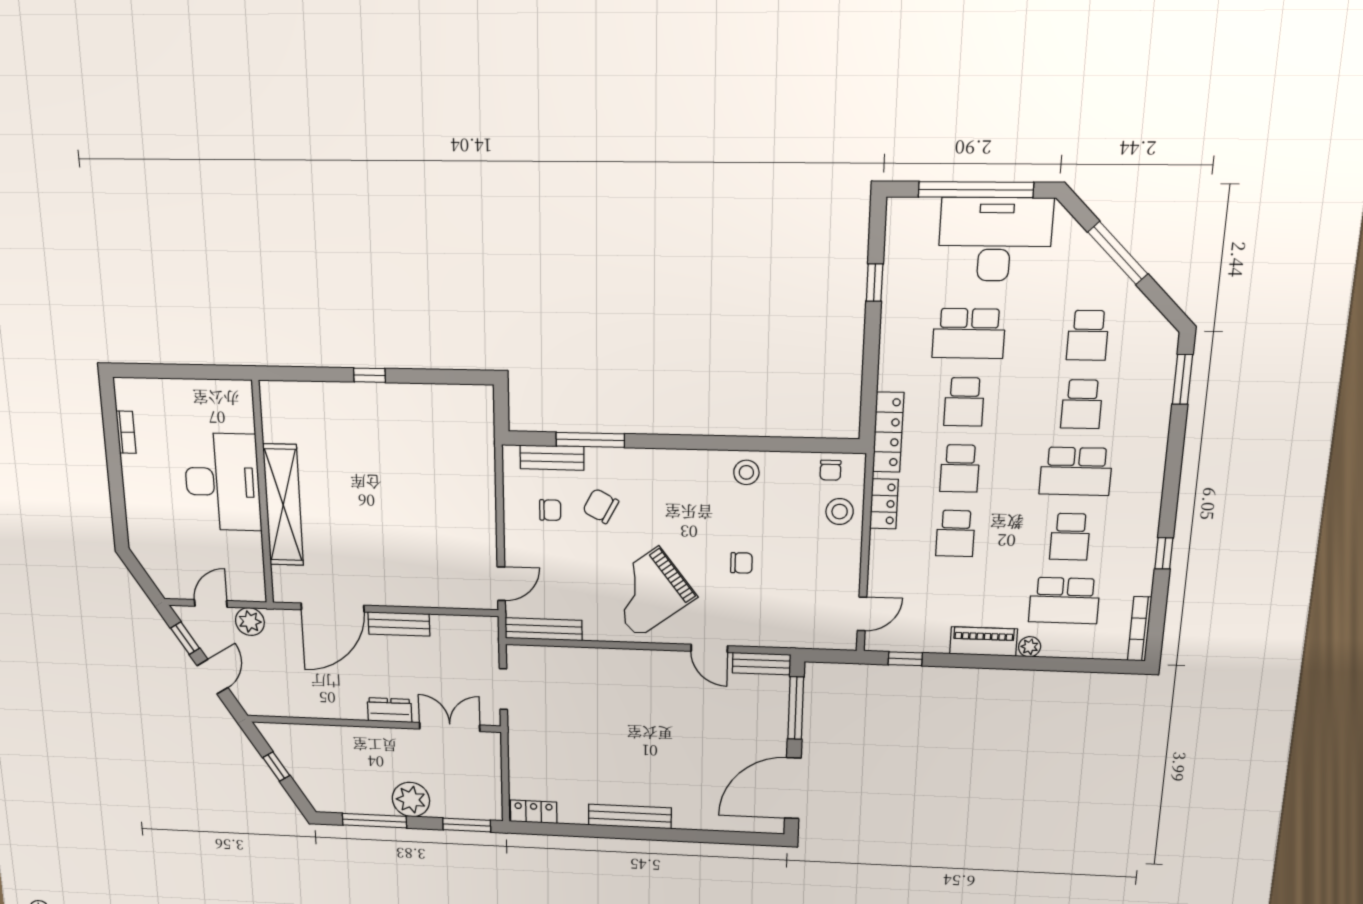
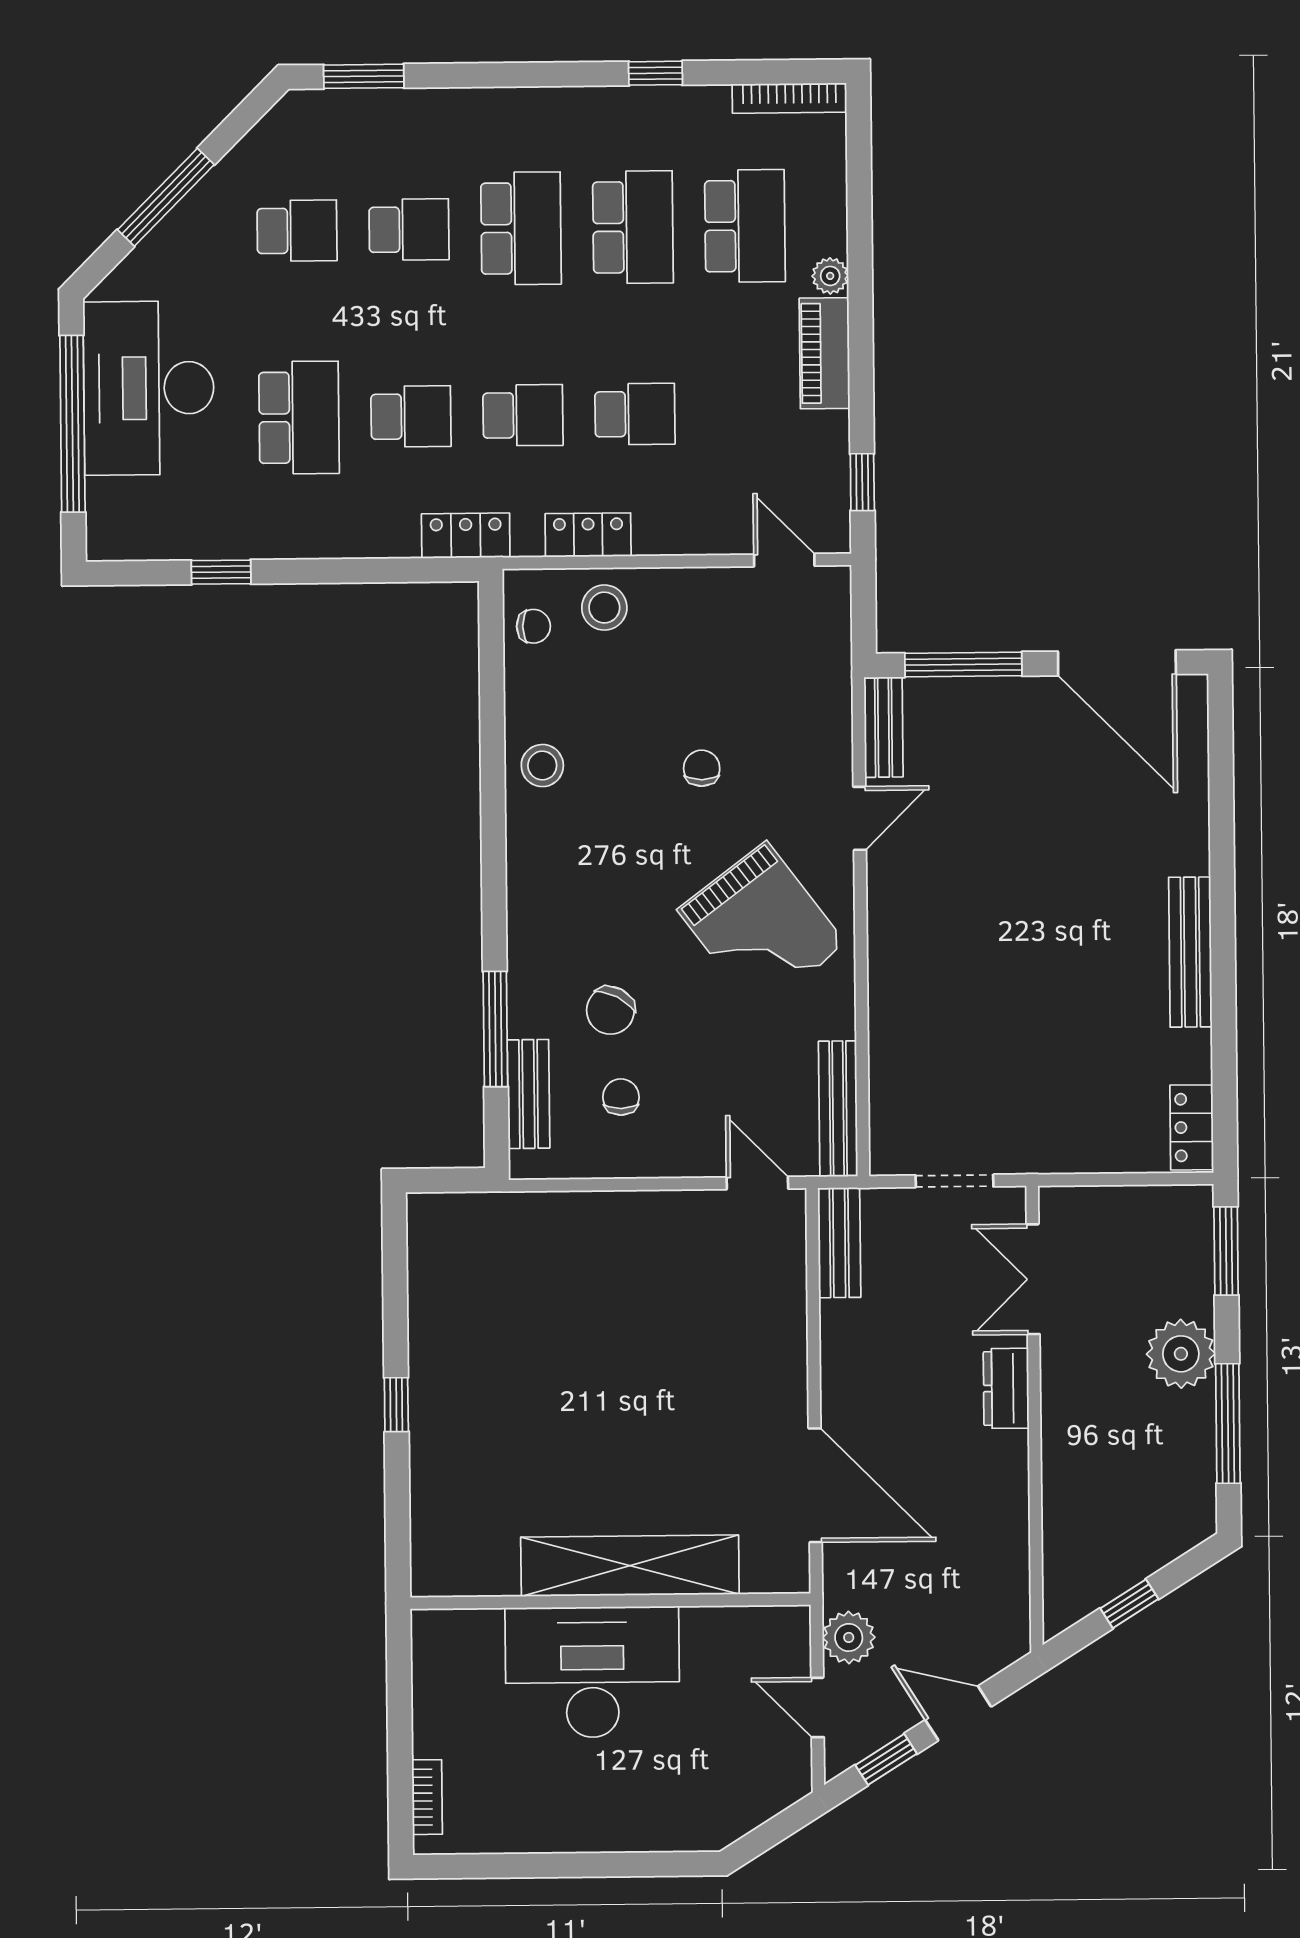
bookcase: (126, 432) -> (427, 1797), moved, turned 90
locker: (888, 432) -> (466, 536), width x0.66
school desk: (1070, 537) -> (633, 227), width x1.85
bench: (399, 624) -> (839, 1243), moved

